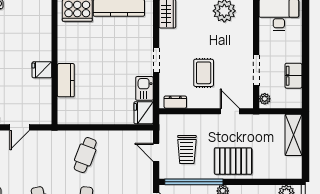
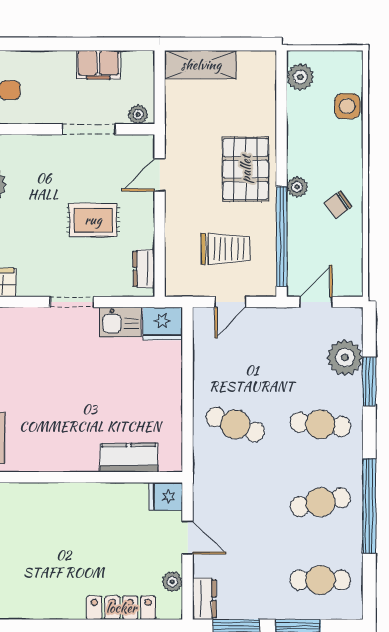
fridge: (42, 70) -> (166, 496), moved, turned 90
kitchen counter: (66, 80) -> (129, 458), moved

